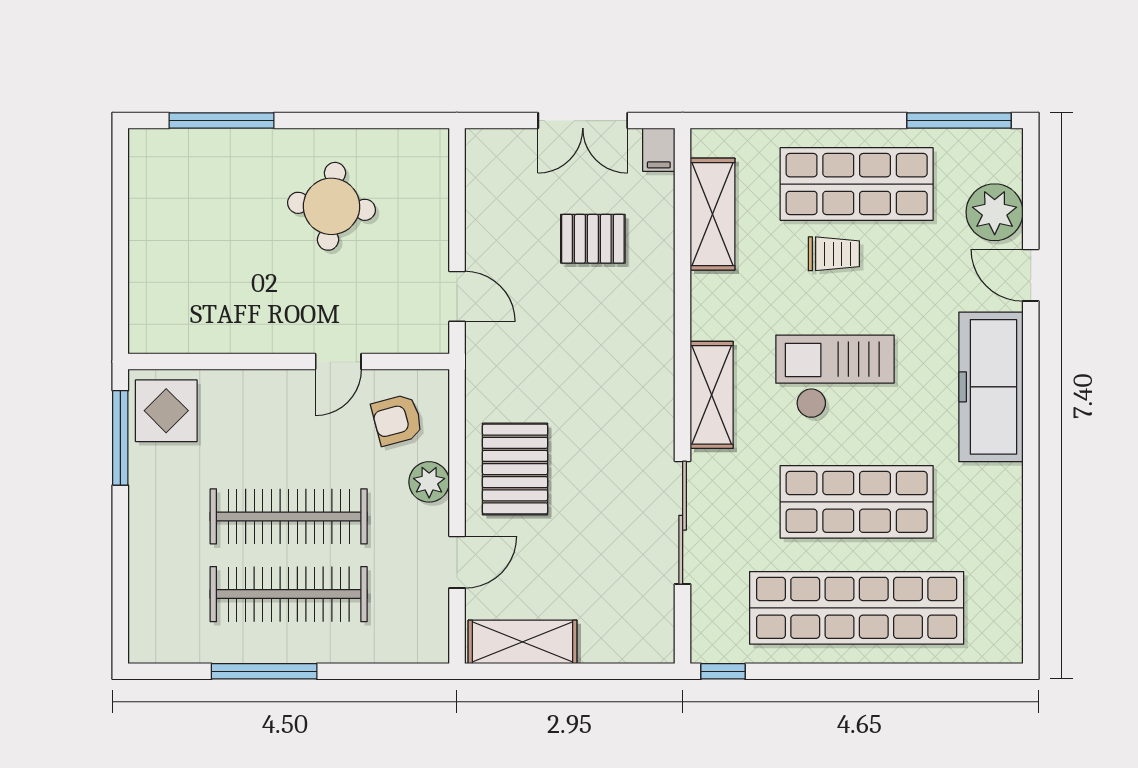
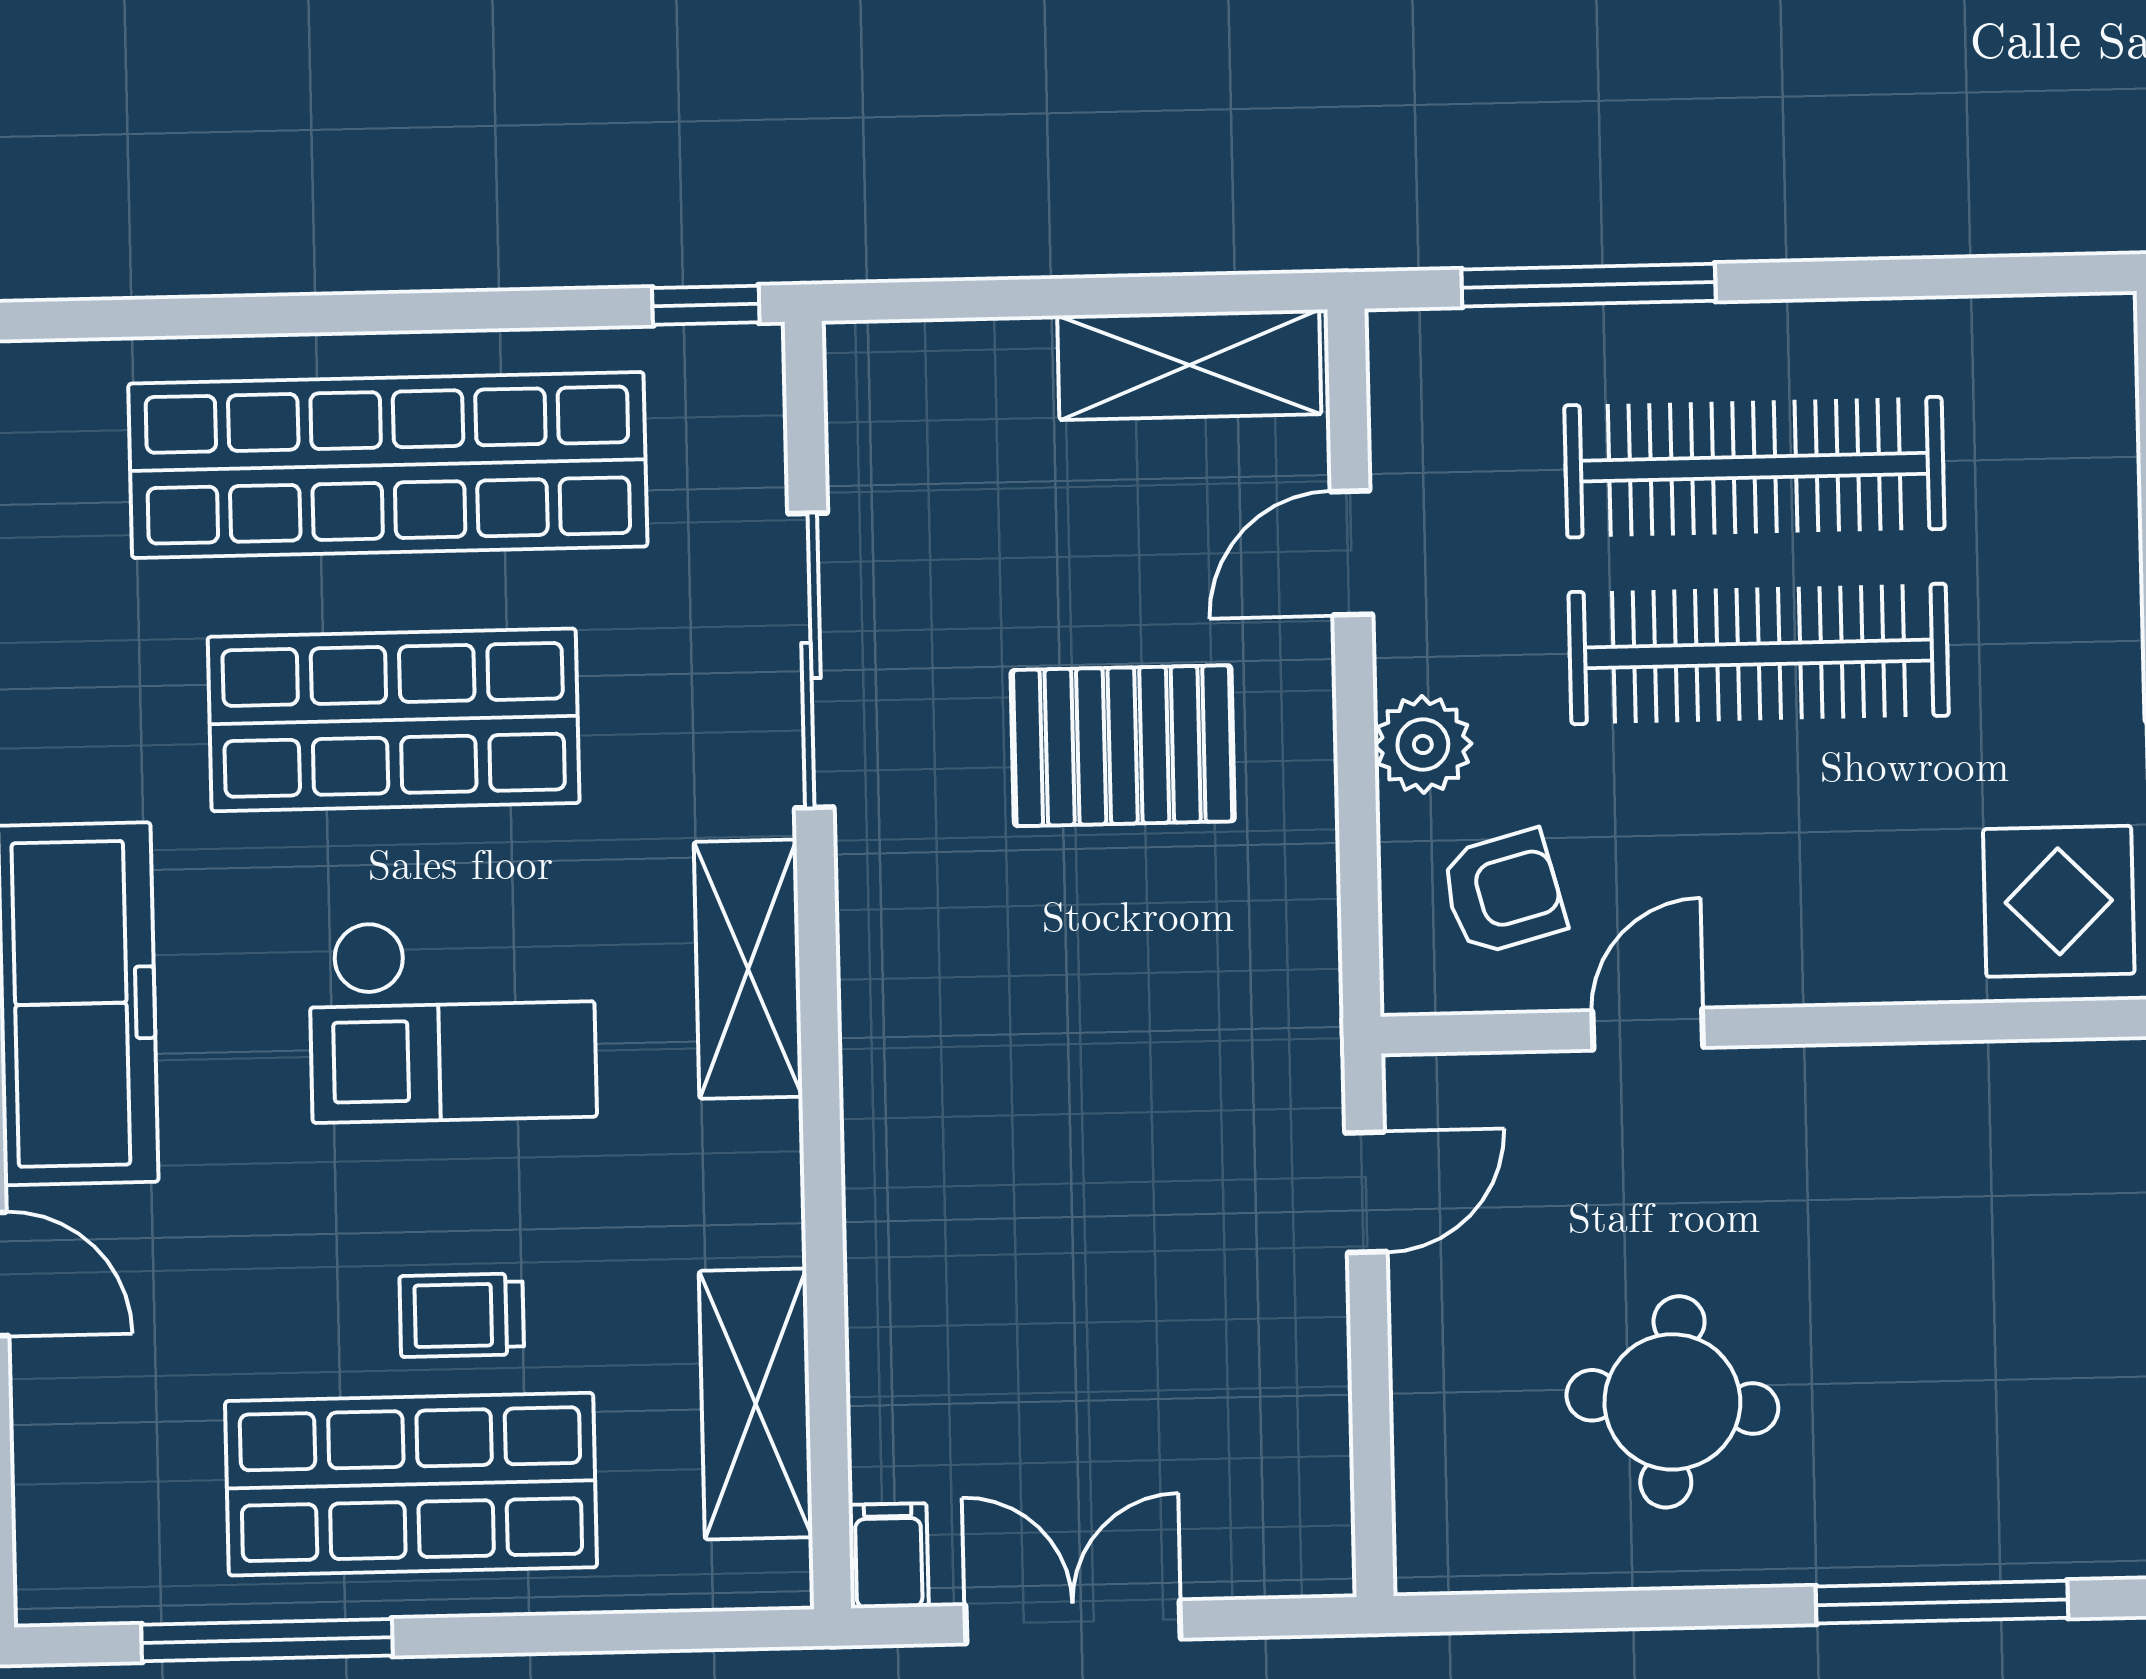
window: (959, 121) -> (267, 1640), moved
plant: (995, 212) -> (78, 1424), removed
pallet: (593, 239) -> (1042, 1338), removed
door: (457, 296) -> (1366, 1192), swing flipped
pallet: (515, 469) -> (1123, 746), moved, turned 90
window: (264, 671) -> (1589, 285), moved

